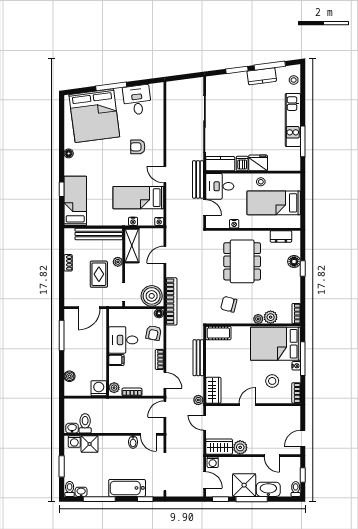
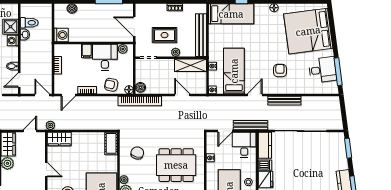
window: (237, 70) -> (348, 148), moved
window: (111, 86) -> (338, 72), moved
boiler: (152, 296) -> (140, 87), width x0.54, depth x0.54
bench: (198, 358) -> (284, 101), moved
plant: (114, 388) -> (123, 49), moved
washbasin: (72, 428) -> (25, 35), moved
washing machine: (74, 442) -> (13, 41), moved

